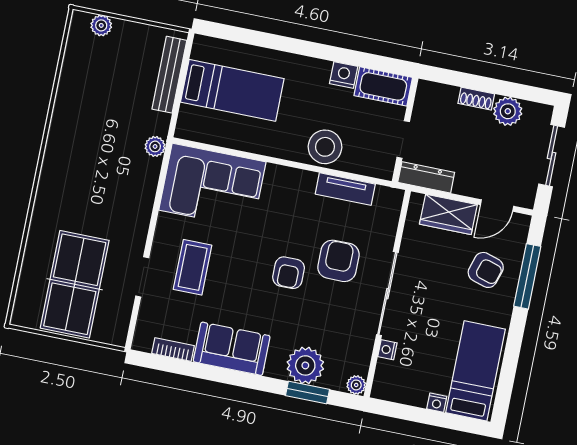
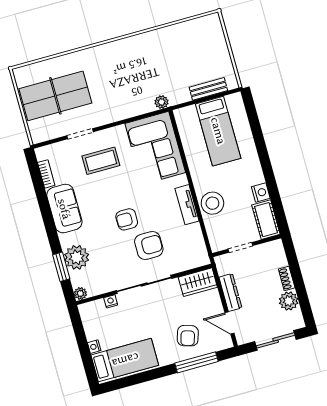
plant: (101, 25) -> (217, 34), removed
bench: (169, 75) -> (208, 89), width x0.73
dresser: (426, 177) -> (230, 293), moved
tv unit: (345, 189) -> (187, 205), moved
wardrobe: (448, 214) -> (198, 282), moved, turned -90

